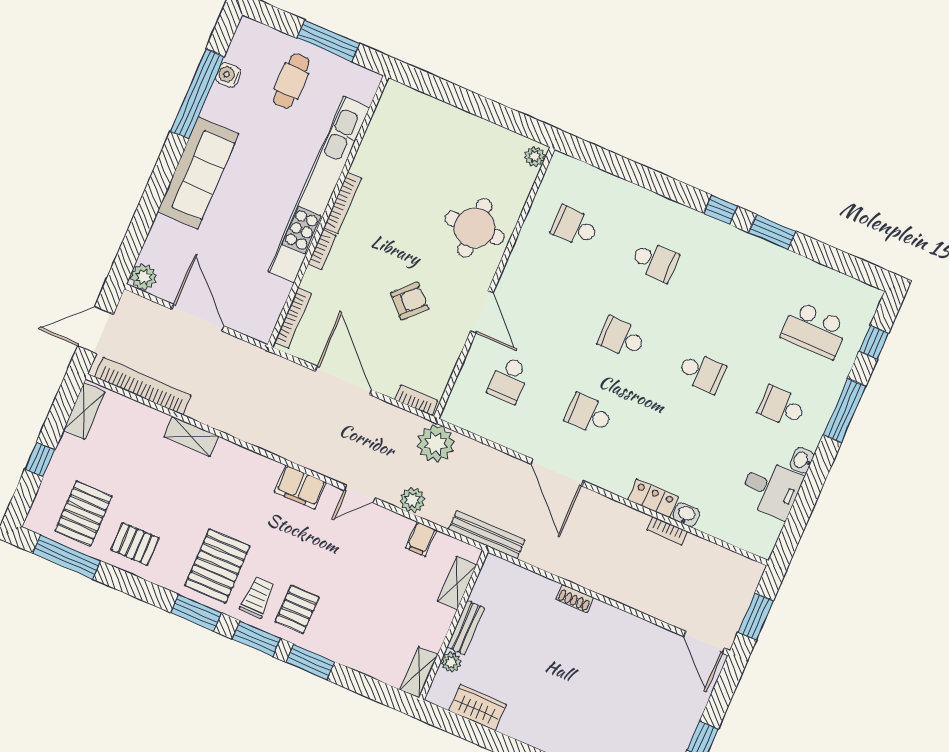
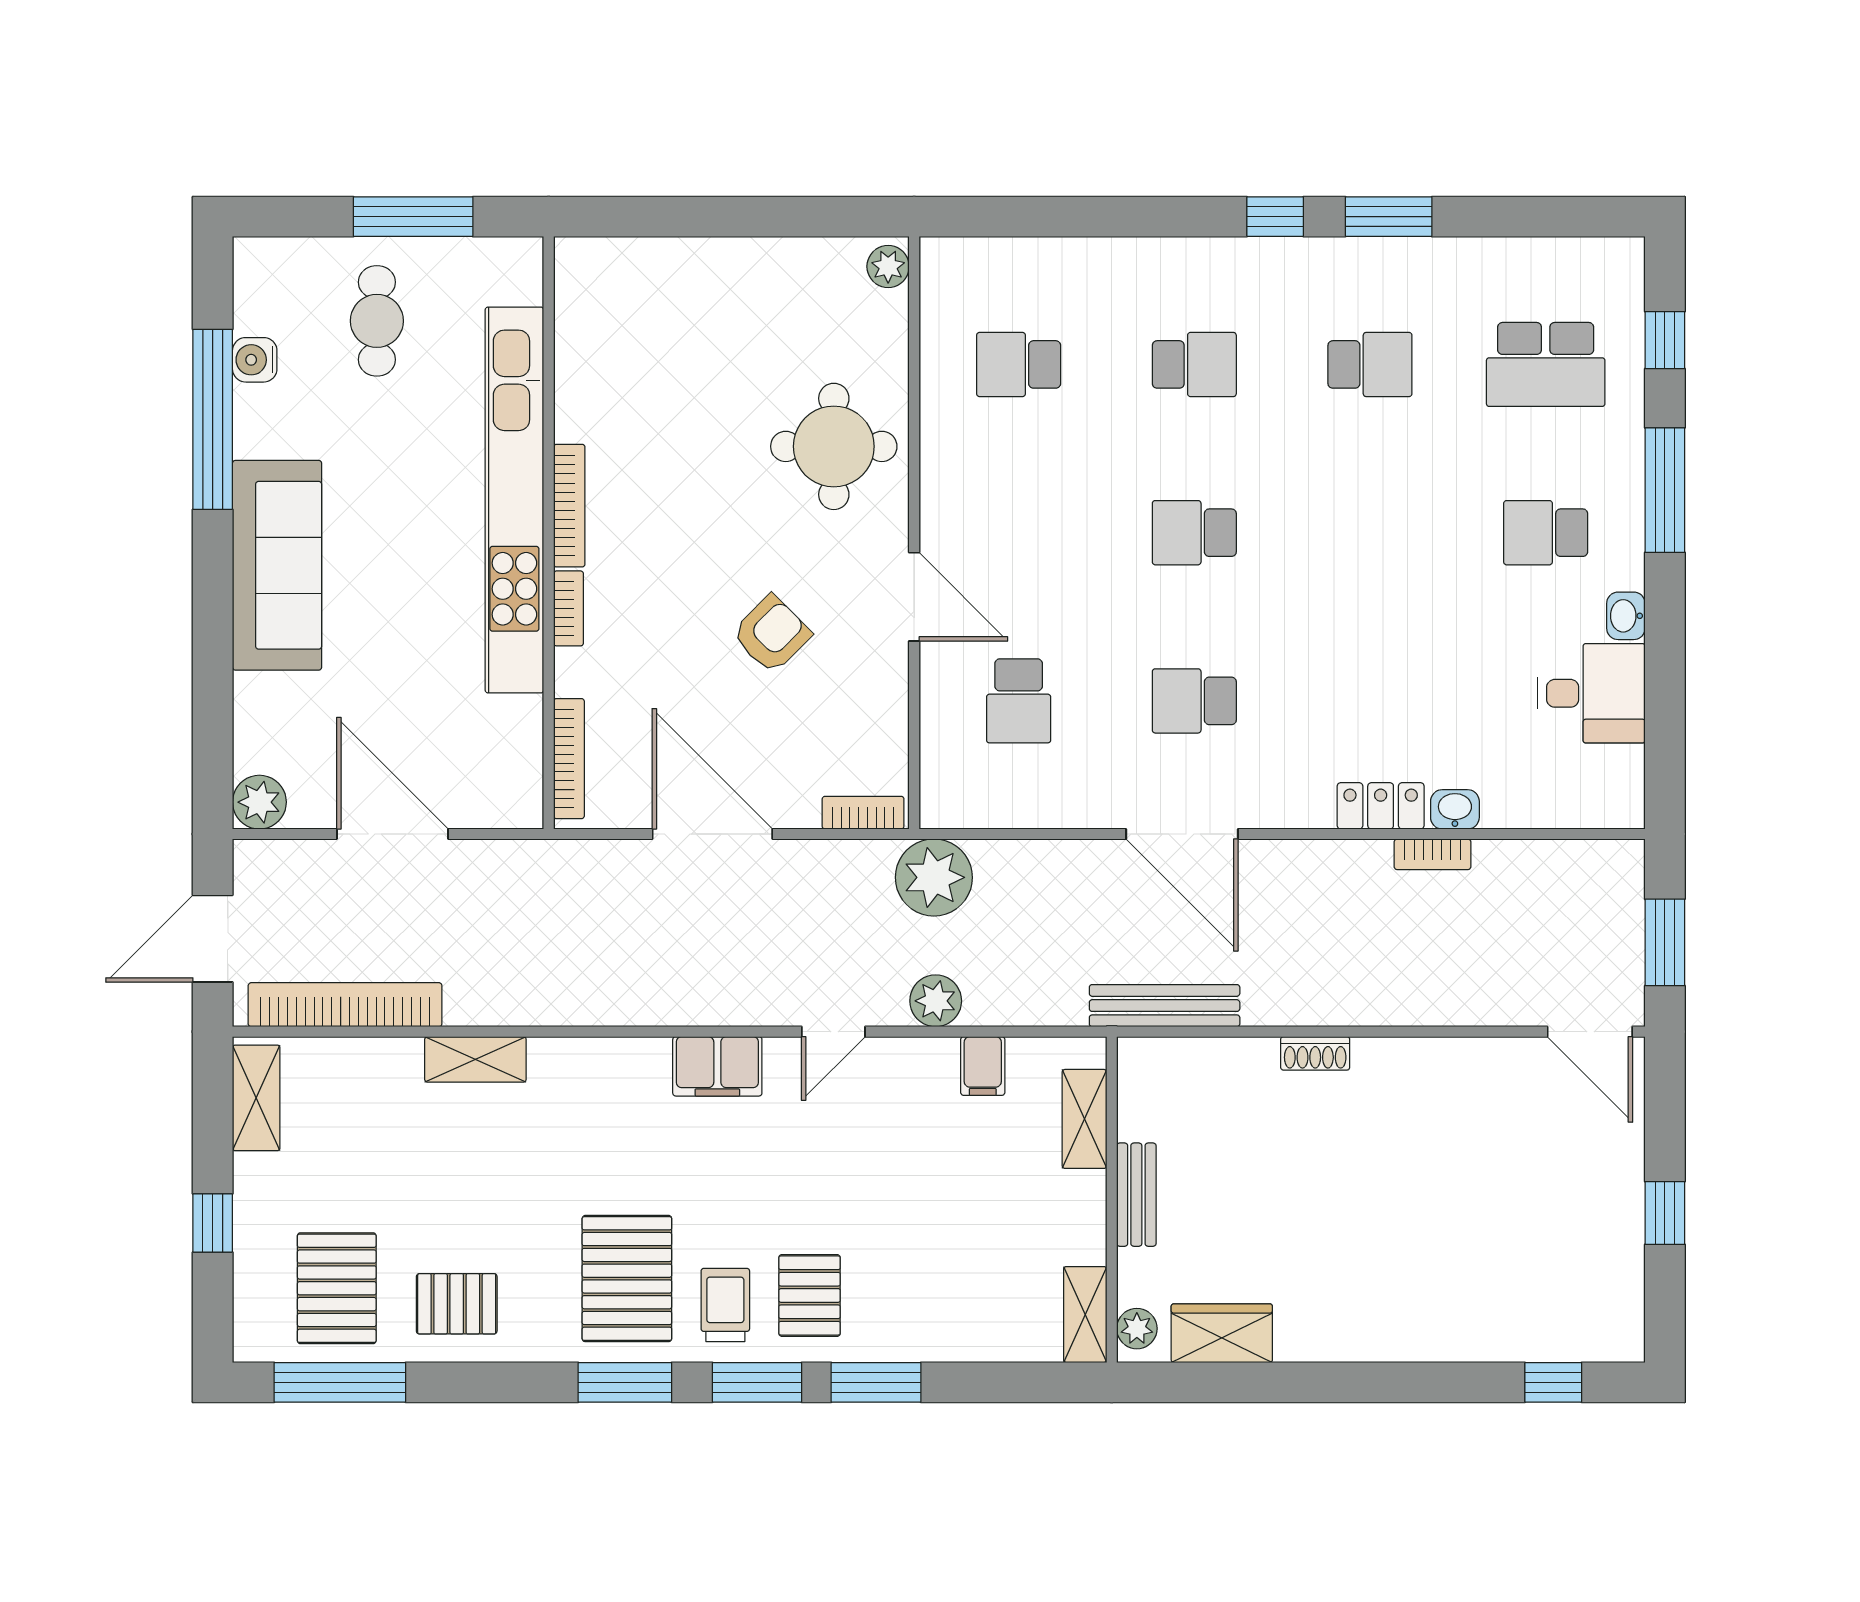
school desk: (702, 372) -> (1370, 364), moved
bench: (487, 535) -> (1165, 1006), moved
plant: (451, 662) -> (1137, 1329), moved

